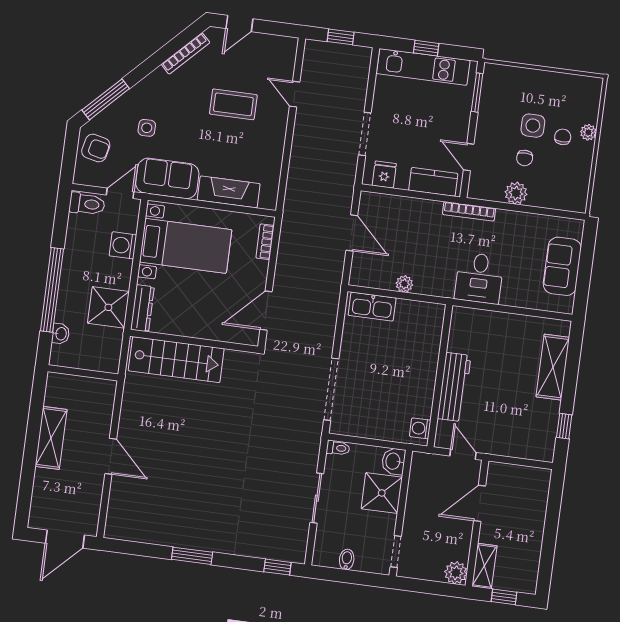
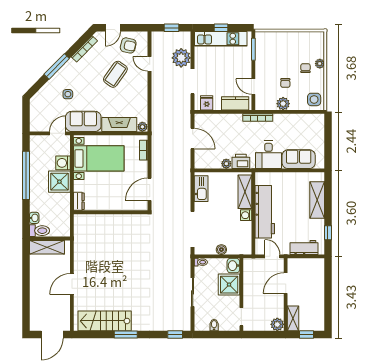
plant: (351, 91) -> (181, 58), added
window: (106, 99) -> (57, 66), moved
coffee table: (233, 104) -> (115, 74), turned -55
side table: (533, 126) -> (314, 99), moved
armchair: (96, 148) -> (128, 45), moved
plant: (268, 201) -> (142, 127), added
toilet: (87, 204) -> (40, 231), moved
sofa: (562, 266) -> (299, 159), moved, turned 90
printer: (430, 283) -> (241, 161), added
window: (52, 290) -> (26, 175), moved
shower: (108, 307) -> (59, 182), moved
kitchen sink: (372, 307) -> (201, 189), moved, turned -90
dresser: (142, 308) -> (79, 201), width x0.70
shelving: (430, 337) -> (245, 192), added
stairs: (176, 360) -> (105, 321), moved, turned 180
workbench: (454, 387) -> (265, 212), width x1.36, depth x1.32
washing machine: (420, 428) -> (246, 215), moved
boiler: (376, 431) -> (221, 250), added
shelving: (51, 438) -> (47, 247), moved, turned 90
workbench: (519, 446) -> (304, 247), added
door: (111, 456) -> (72, 284), swing flipped

